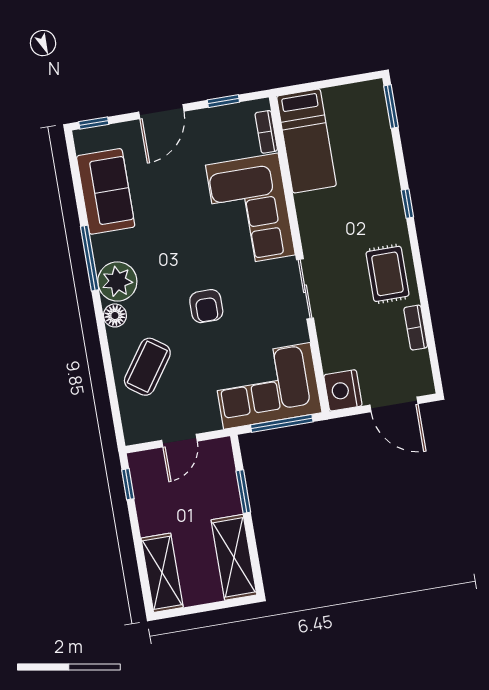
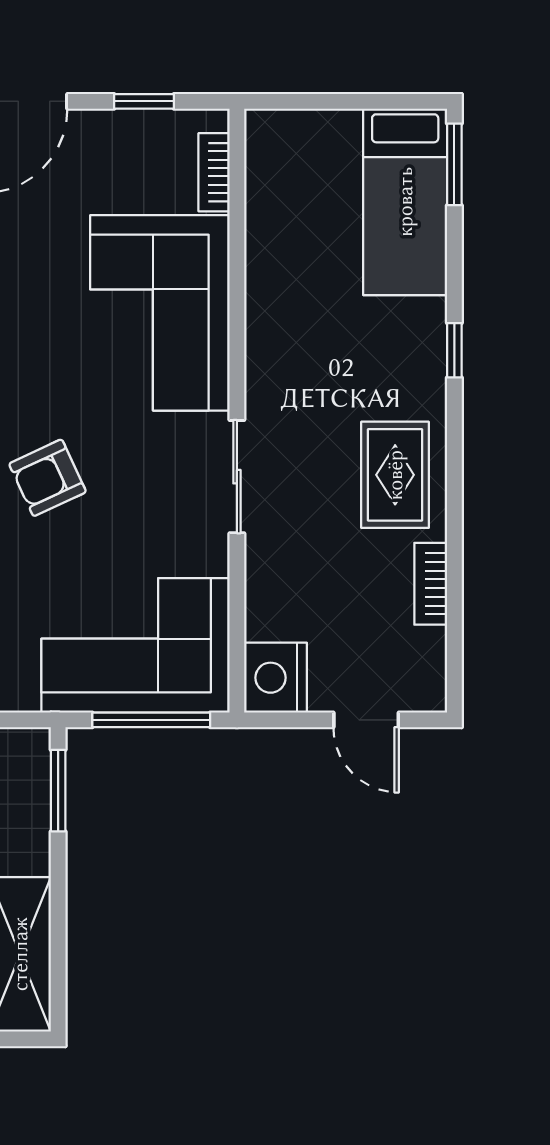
bed: (306, 141) -> (405, 202), moved
armchair: (206, 306) -> (48, 478), turned 65
door: (394, 404) -> (366, 720), width x0.73
window: (243, 492) -> (58, 791), moved

